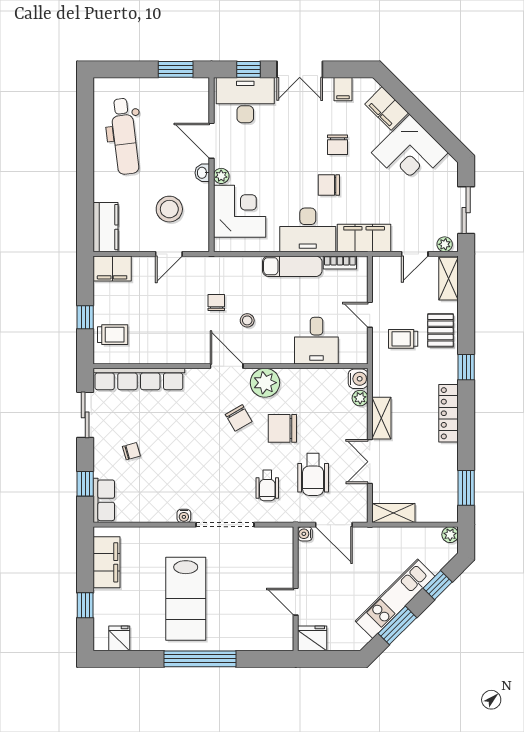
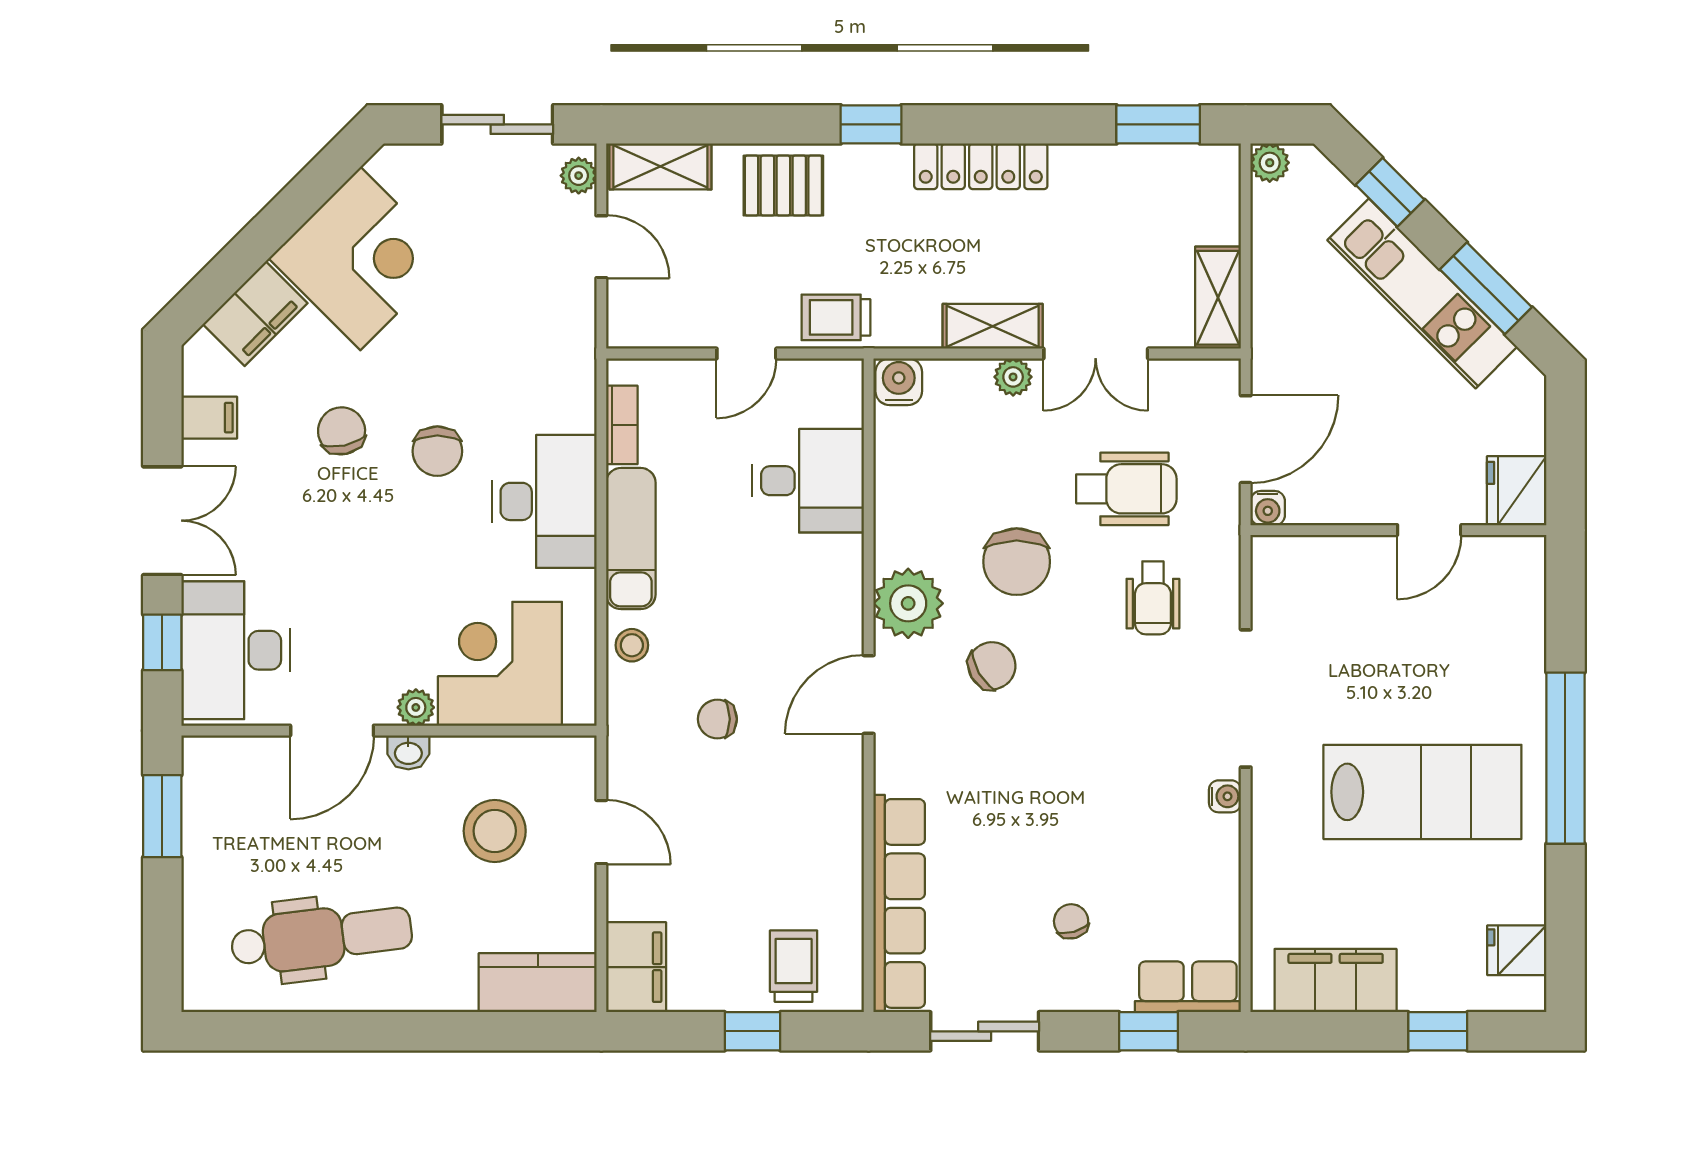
chair: (337, 145) -> (342, 431), turned -102
filing cabinet: (364, 238) -> (564, 368), removed
stool: (247, 320) -> (632, 645), moved
trolley: (403, 339) -> (836, 317), moved, turned 90
plant: (360, 398) -> (1013, 377), moved
wheelchair: (267, 486) -> (1153, 598), turned 90

